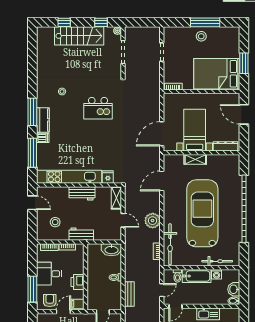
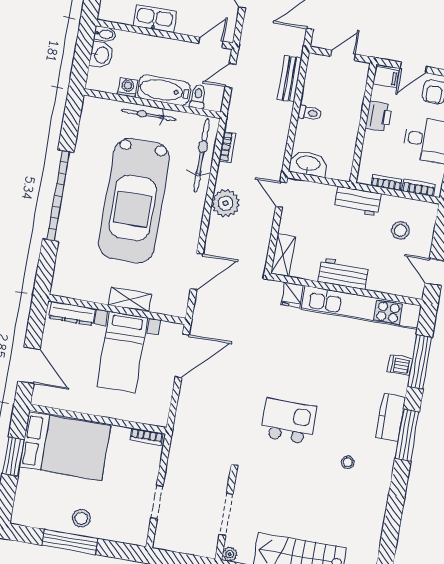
dishwasher: (43, 138) -> (400, 365), moved
garage door: (244, 209) -> (58, 196), width x0.73
door: (123, 220) -> (281, 195), moved
bicycle: (217, 261) -> (149, 115), moved

